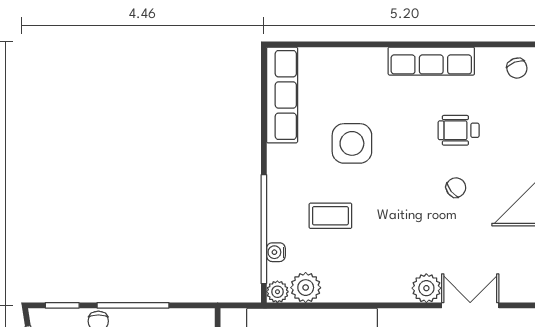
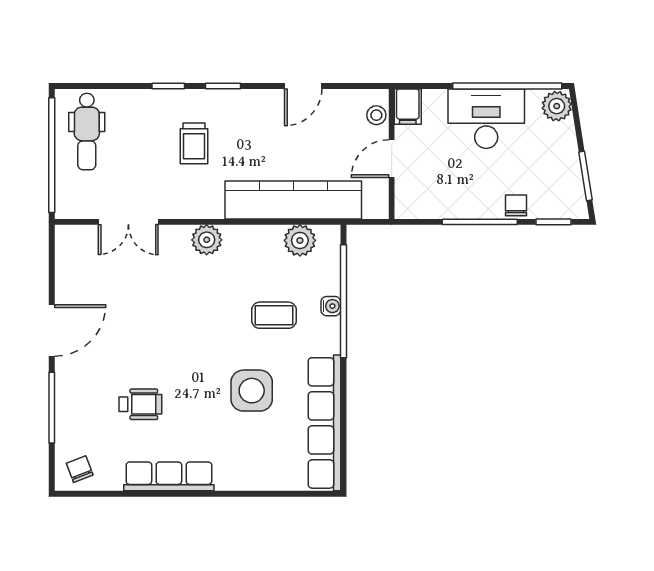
row of seats: (282, 95) -> (324, 423), width x1.36
chair: (456, 188) -> (143, 345), removed
water cooler: (276, 252) -> (331, 306), moved
plant: (426, 288) -> (207, 240), moved
plant: (277, 292) -> (329, 236), removed

